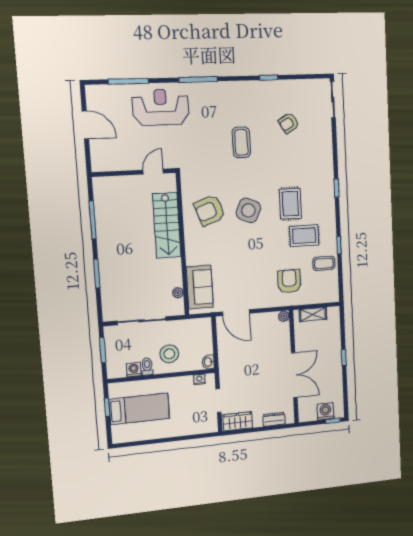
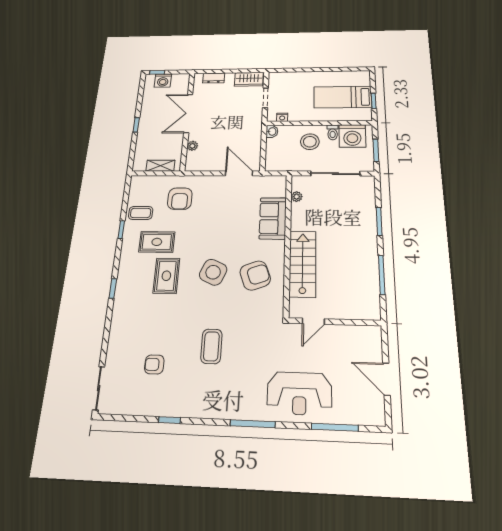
armchair: (289, 123) -> (154, 364), turned -149
sofa: (200, 287) -> (273, 218), moved
plant: (284, 316) -> (192, 146), moved
washing machine: (134, 370) -> (352, 136), width x1.89, depth x1.89

